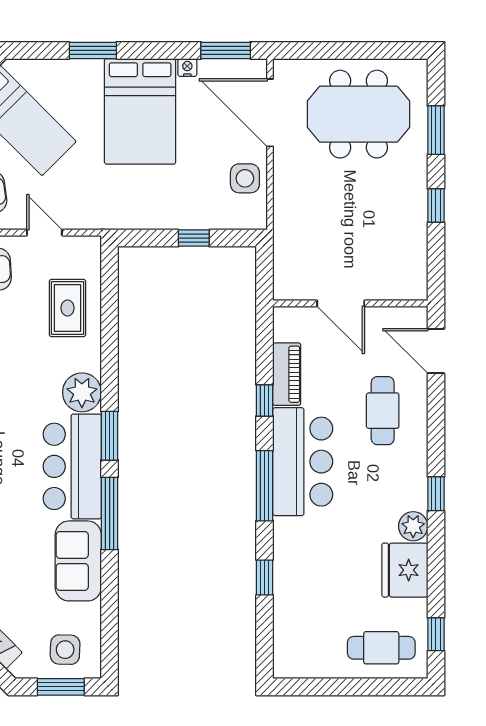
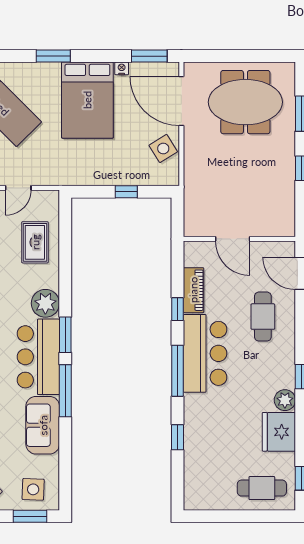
side table: (245, 178) -> (163, 149), turned -32
door: (44, 233) -> (18, 188), swing flipped

